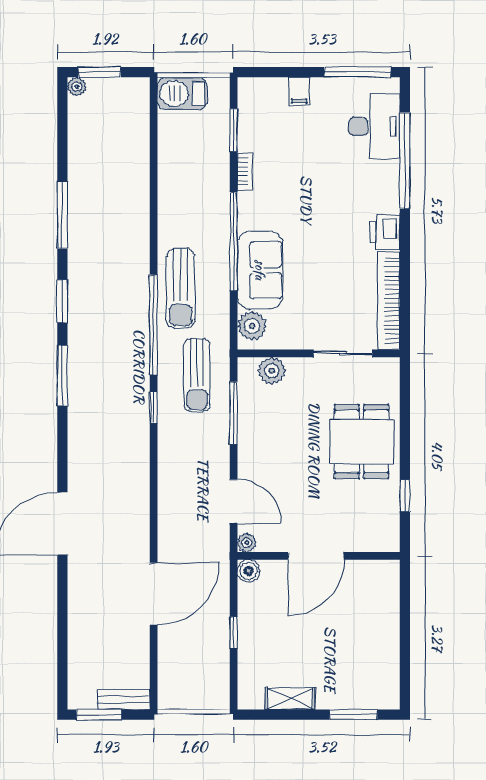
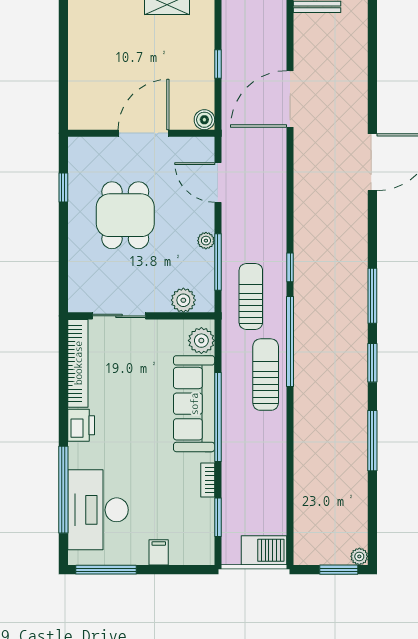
desk: (374, 126) -> (98, 510), width x1.36, depth x1.30
sofa: (260, 270) -> (194, 404), width x1.36
dining table: (361, 442) -> (125, 215), moved
plant: (247, 543) -> (206, 241), moved

